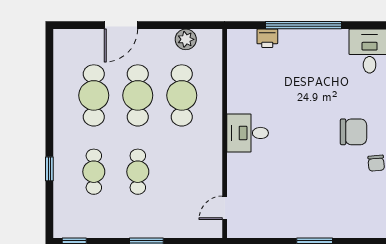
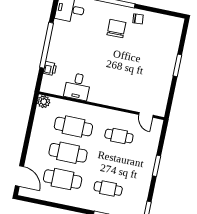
door: (121, 25) -> (19, 176), moved
plant: (186, 39) -> (44, 102), moved
desk: (248, 133) -> (77, 86), moved
cafe table: (138, 172) -> (119, 136), moved

